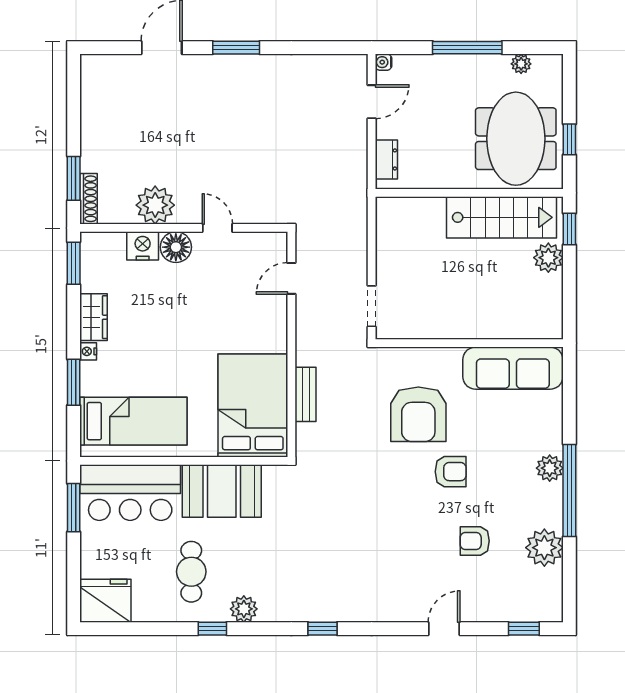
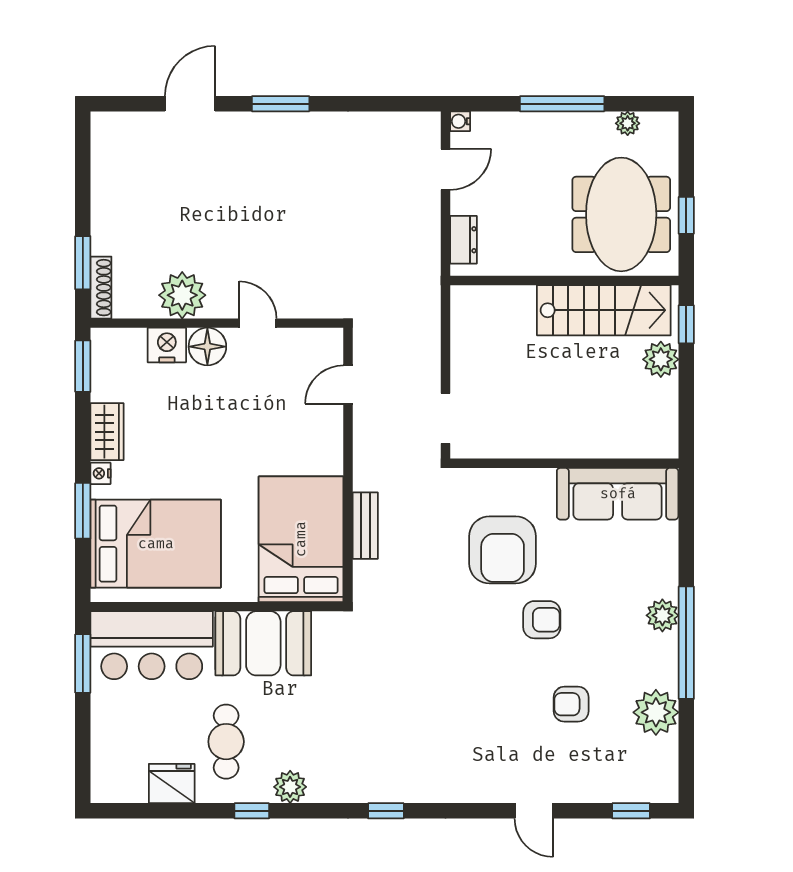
bed: (133, 421) -> (156, 544), width x1.50
fridge: (105, 601) -> (172, 784), moved, width x0.73, depth x0.75
door: (444, 629) -> (534, 811), swing flipped

